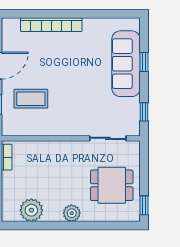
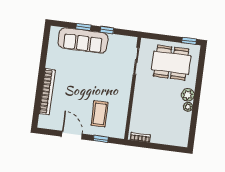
window: (144, 112) -> (107, 30), moved
dining table: (112, 185) -> (171, 63), width x1.38
plant: (31, 210) -> (188, 107), moved, width x0.53, depth x0.53

